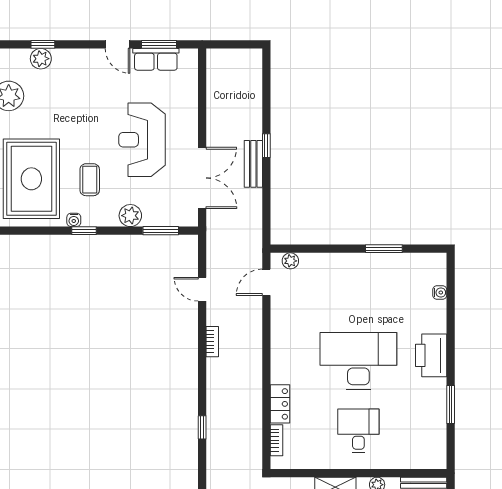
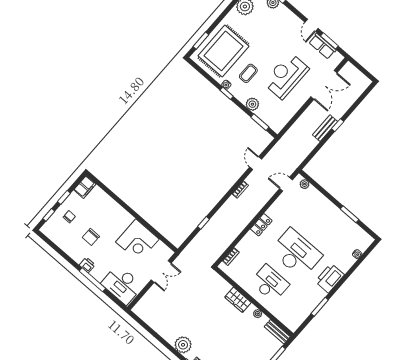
double door: (202, 178) -> (324, 85), moved
locker: (280, 404) -> (261, 225), moved
desk: (358, 431) -> (270, 283), width x1.37

